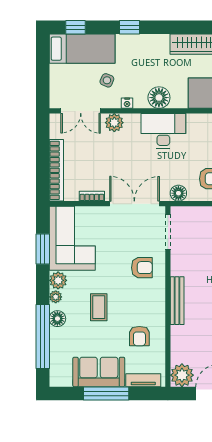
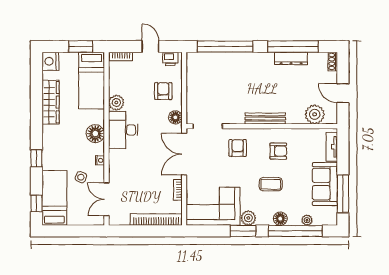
double door: (81, 111) -> (106, 199), swing flipped
plant: (114, 123) -> (116, 103), moved
window: (43, 249) -> (243, 231), moved
plant: (56, 297) -> (307, 220), moved
armchair: (139, 336) -> (278, 151), moved
plant: (182, 375) -> (315, 114), moved
window: (106, 393) -> (343, 194), moved

